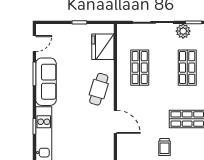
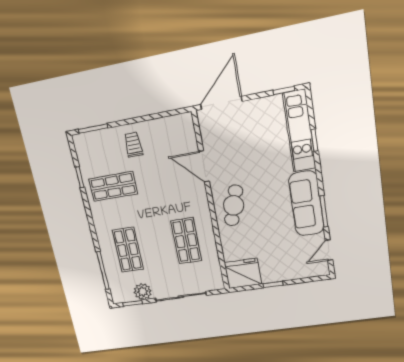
fridge: (103, 47) -> (243, 273), moved, turned -90

